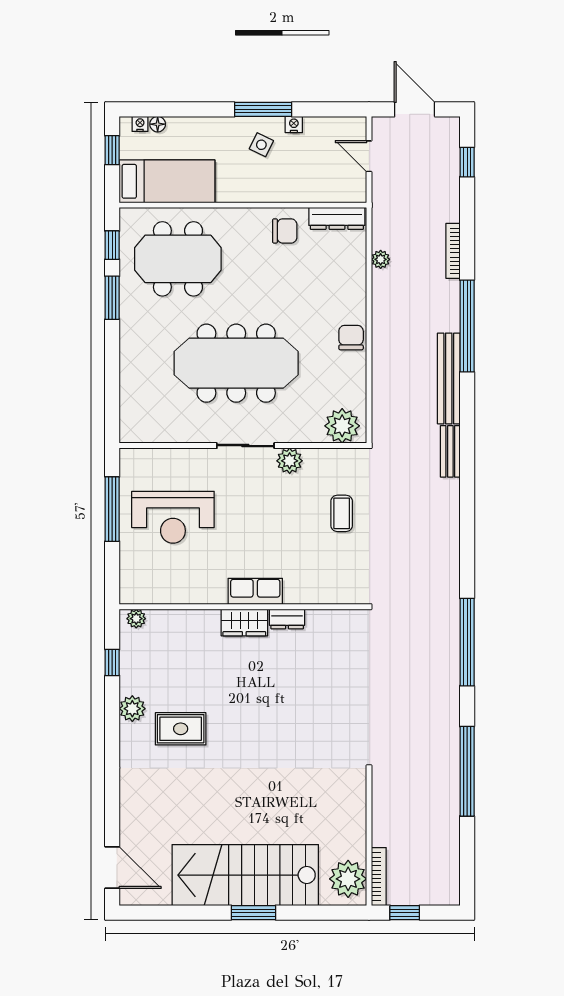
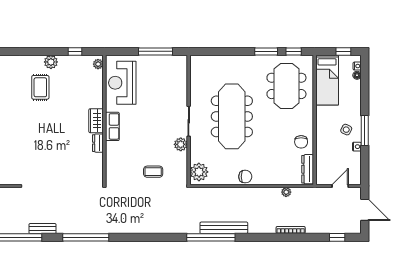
door: (415, 109) -> (365, 210), hinge flipped
window: (467, 326) -> (211, 237), moved
bench: (450, 451) -> (42, 229), moved
reception desk: (173, 517) -> (122, 83), moved

